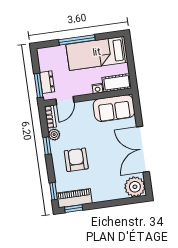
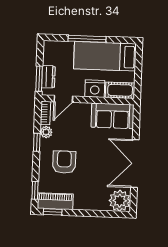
nightstand: (97, 88) -> (95, 89), width x1.89, depth x1.79

